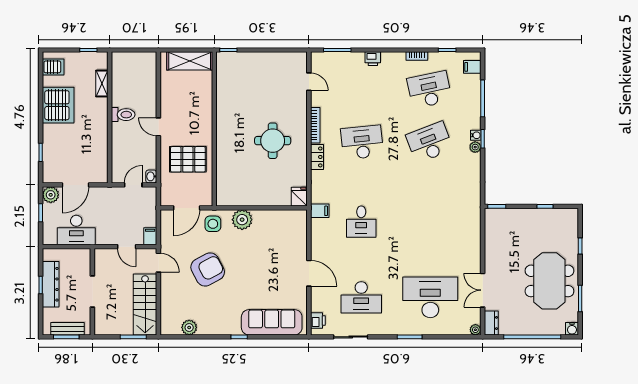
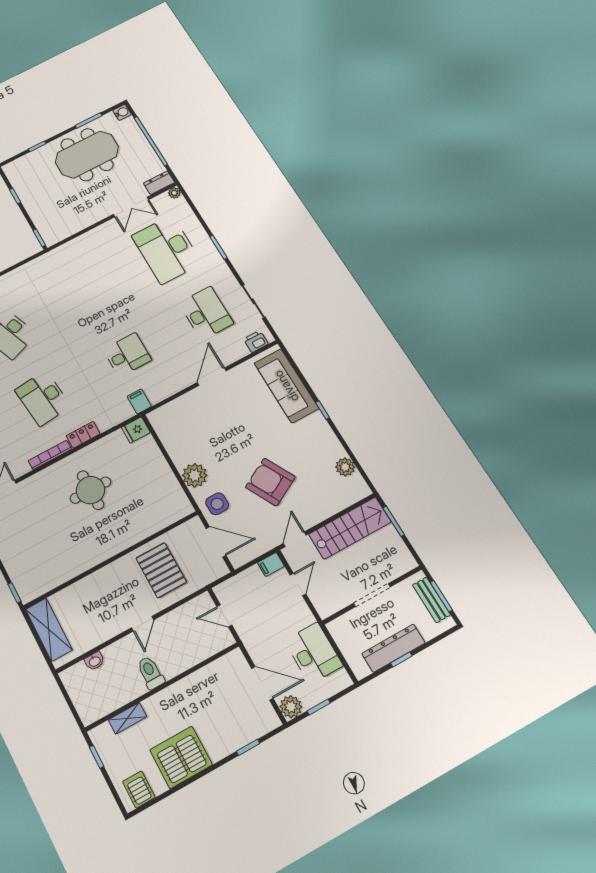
washbasin: (151, 176) -> (95, 661), moved

